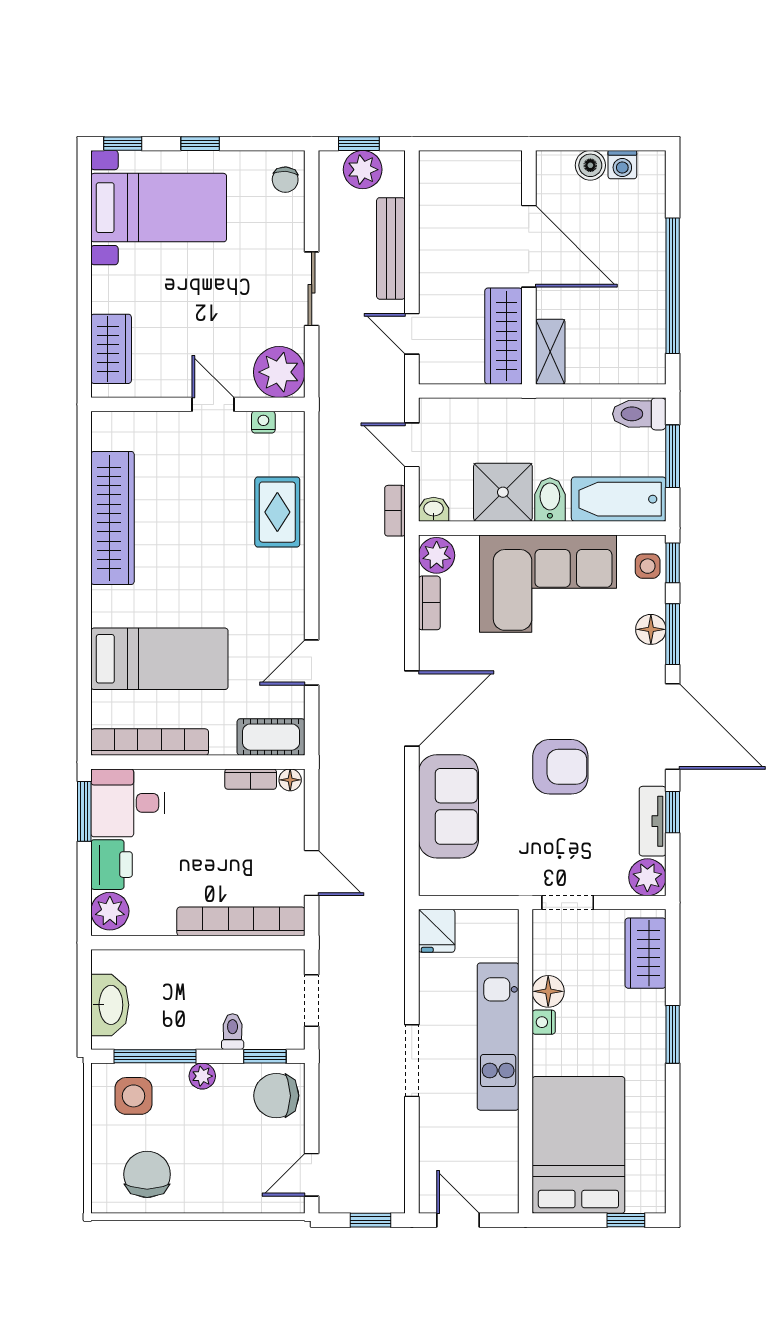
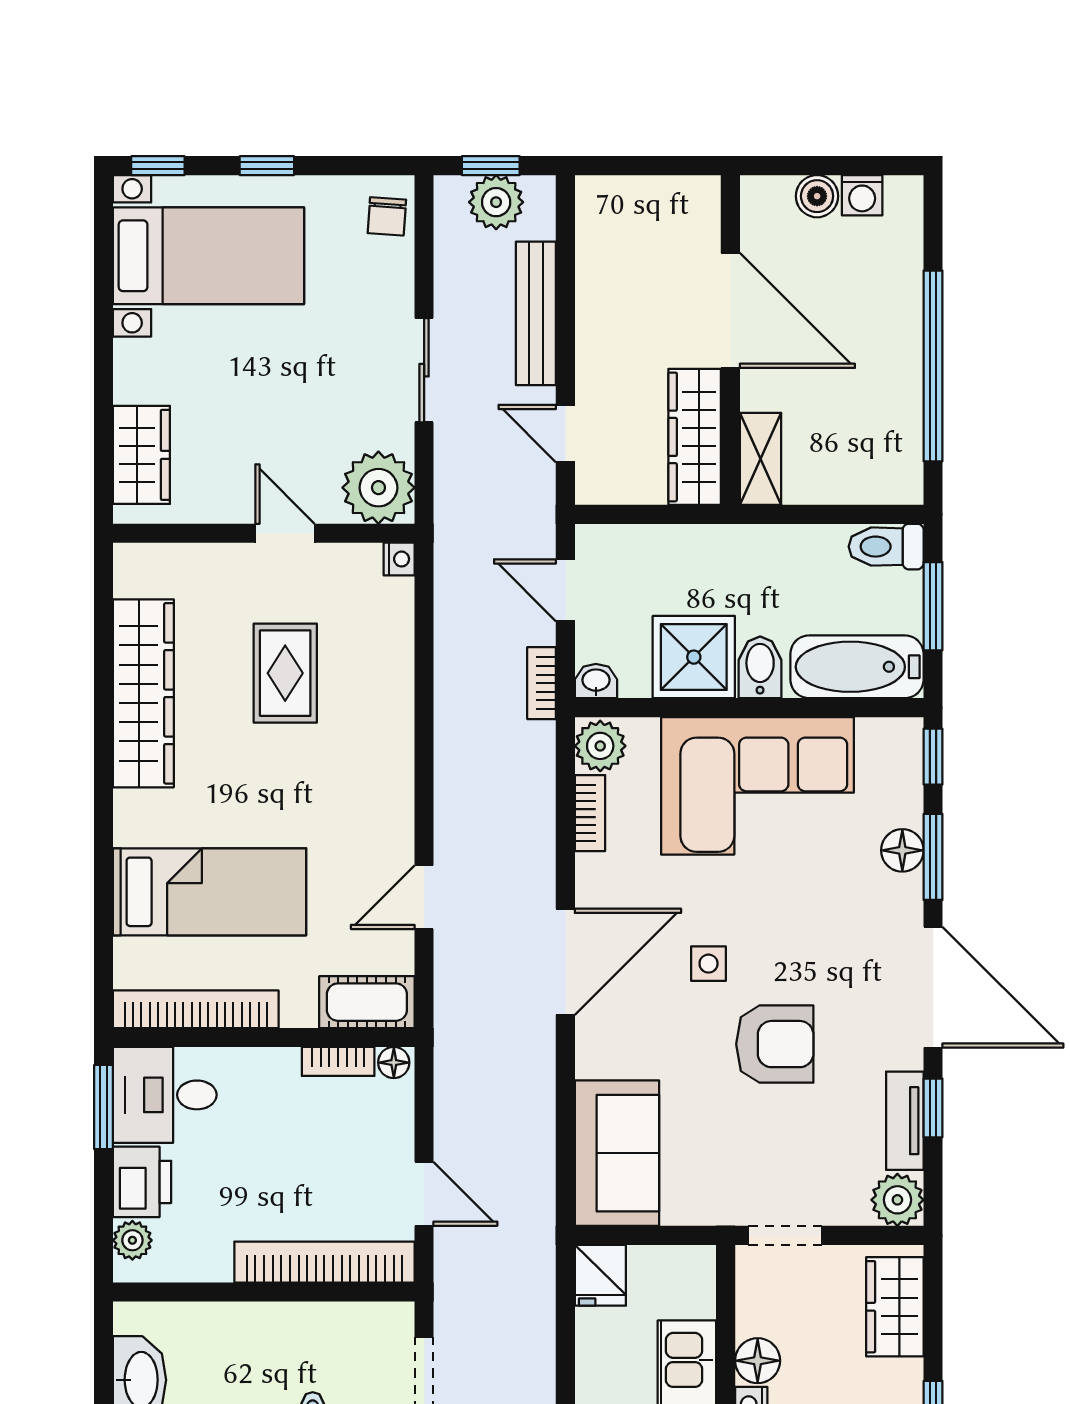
nightstand: (263, 422) -> (399, 559), moved, turned 90
rug: (277, 512) -> (285, 673), moved
side table: (648, 566) -> (709, 964), moved
sofa: (448, 806) -> (617, 1153), moved
plant: (110, 911) -> (132, 1240), width x0.73, depth x0.73

